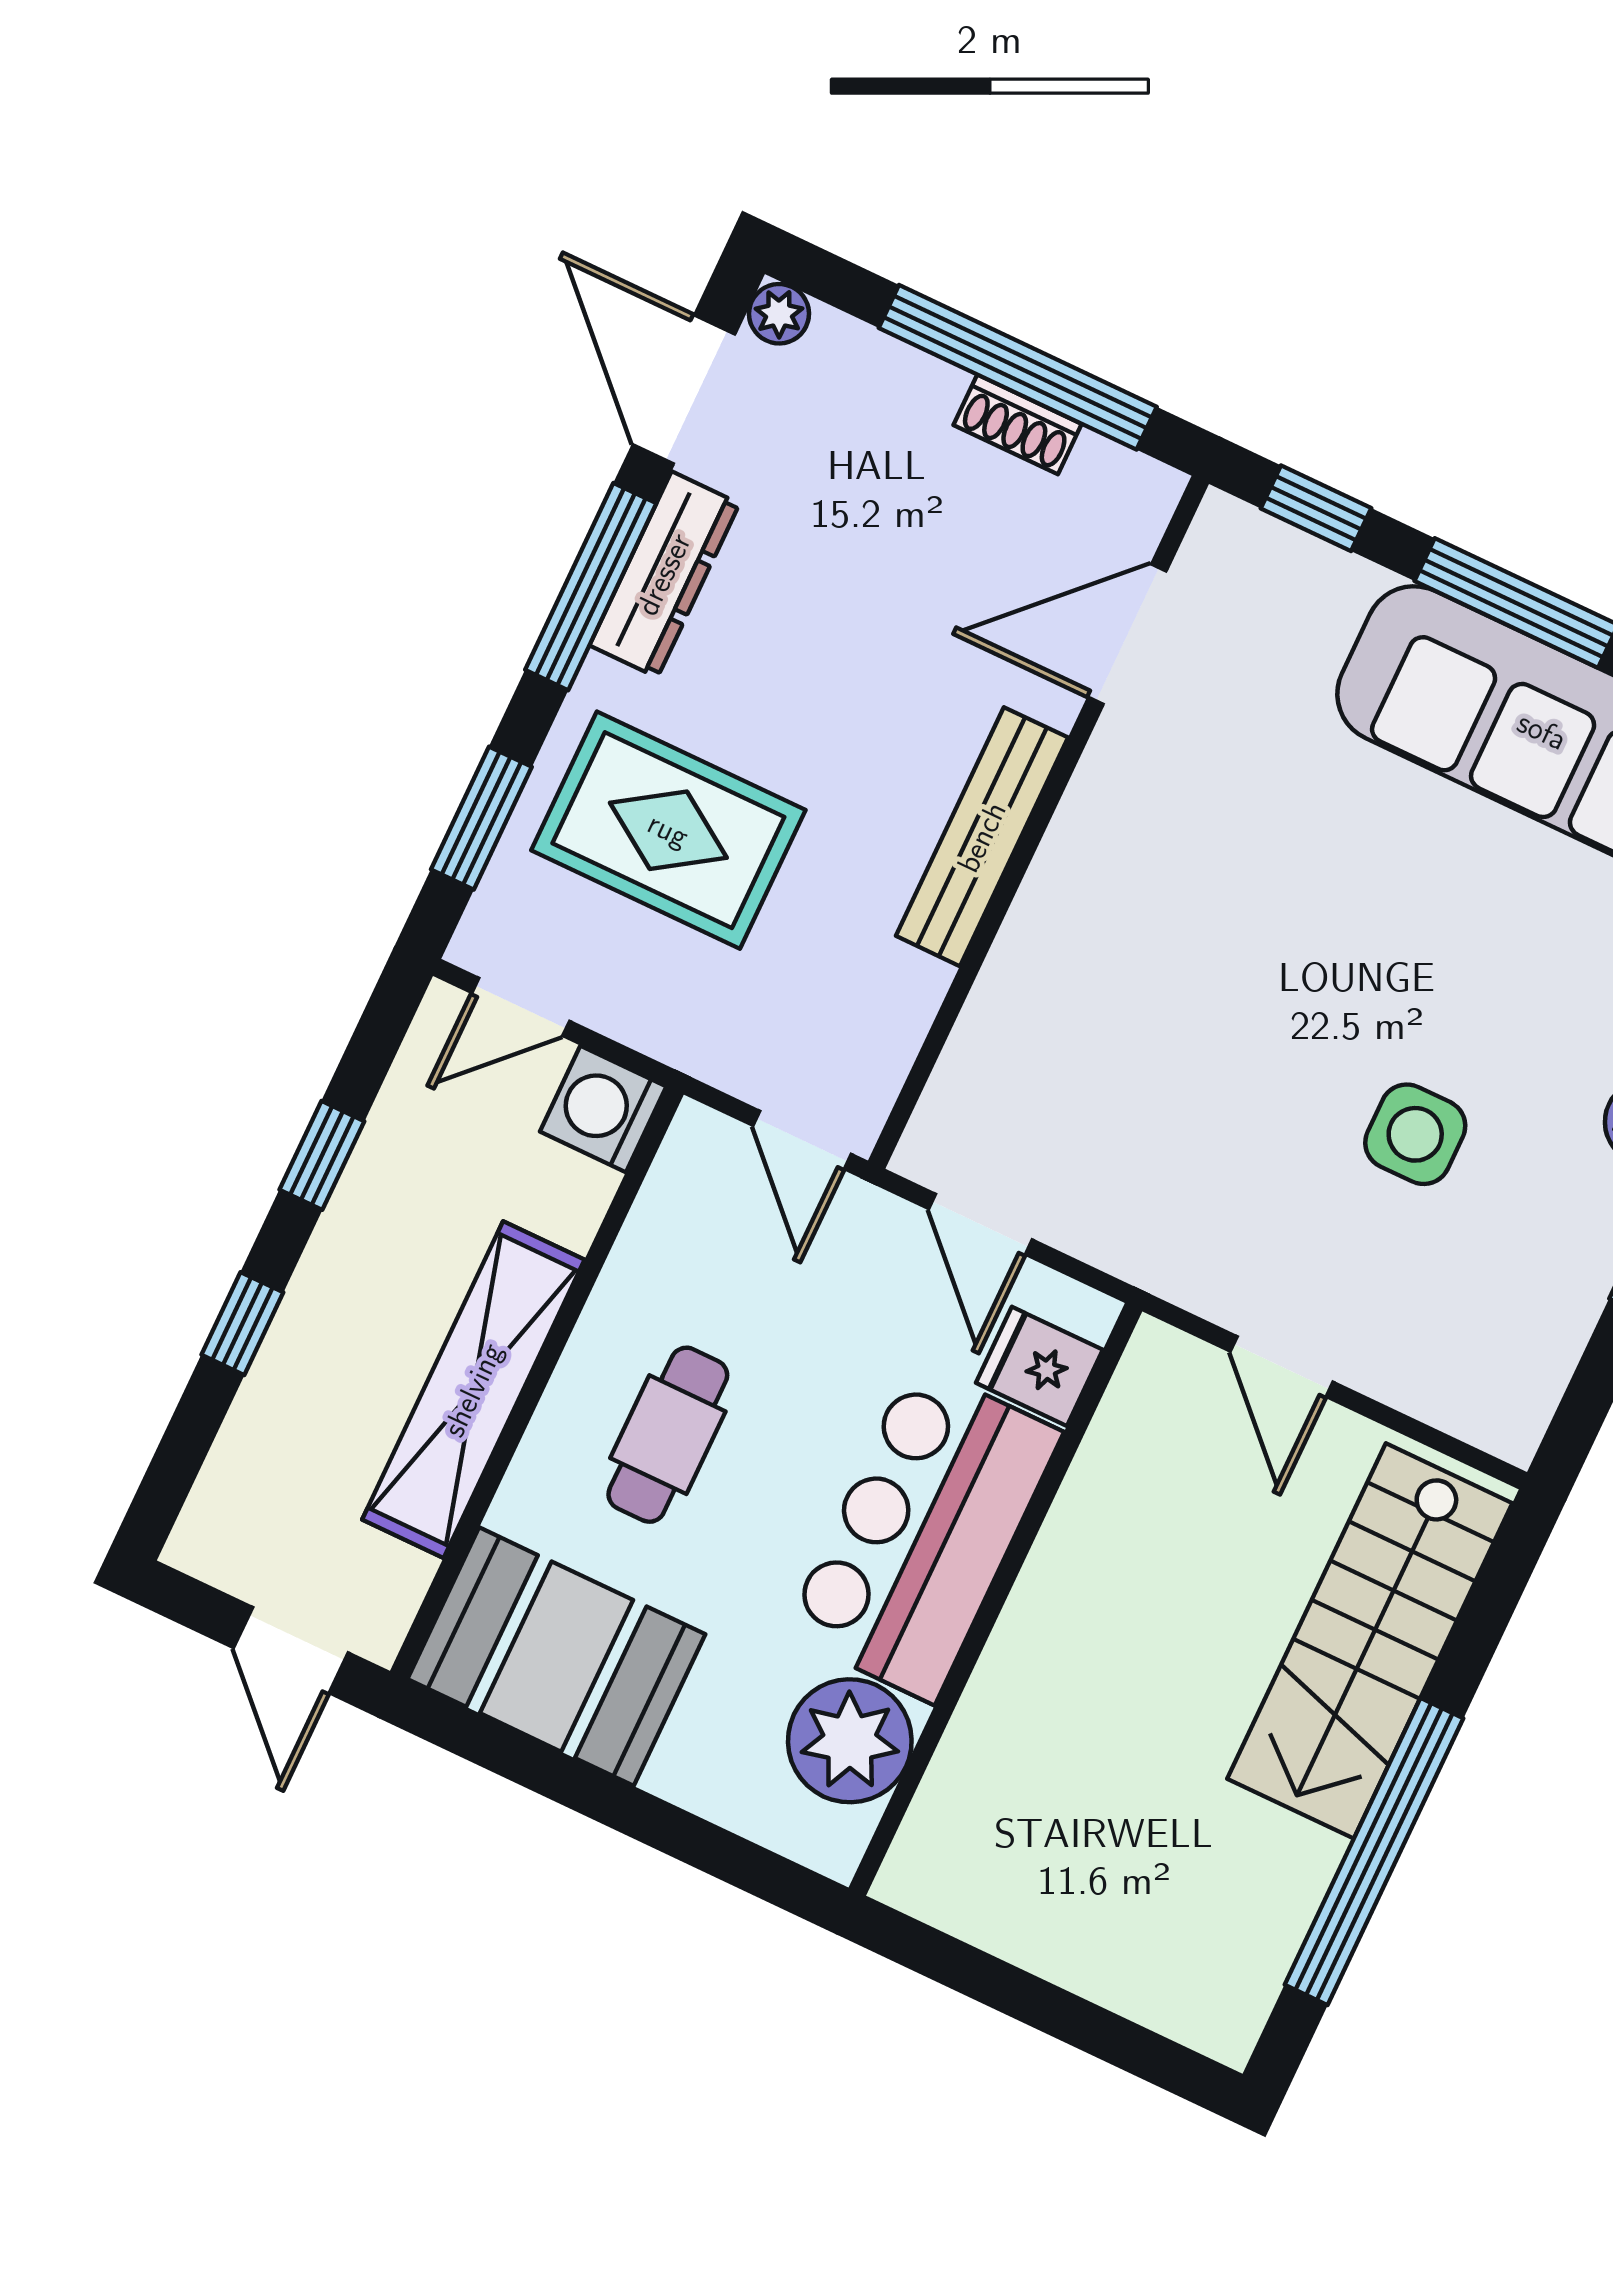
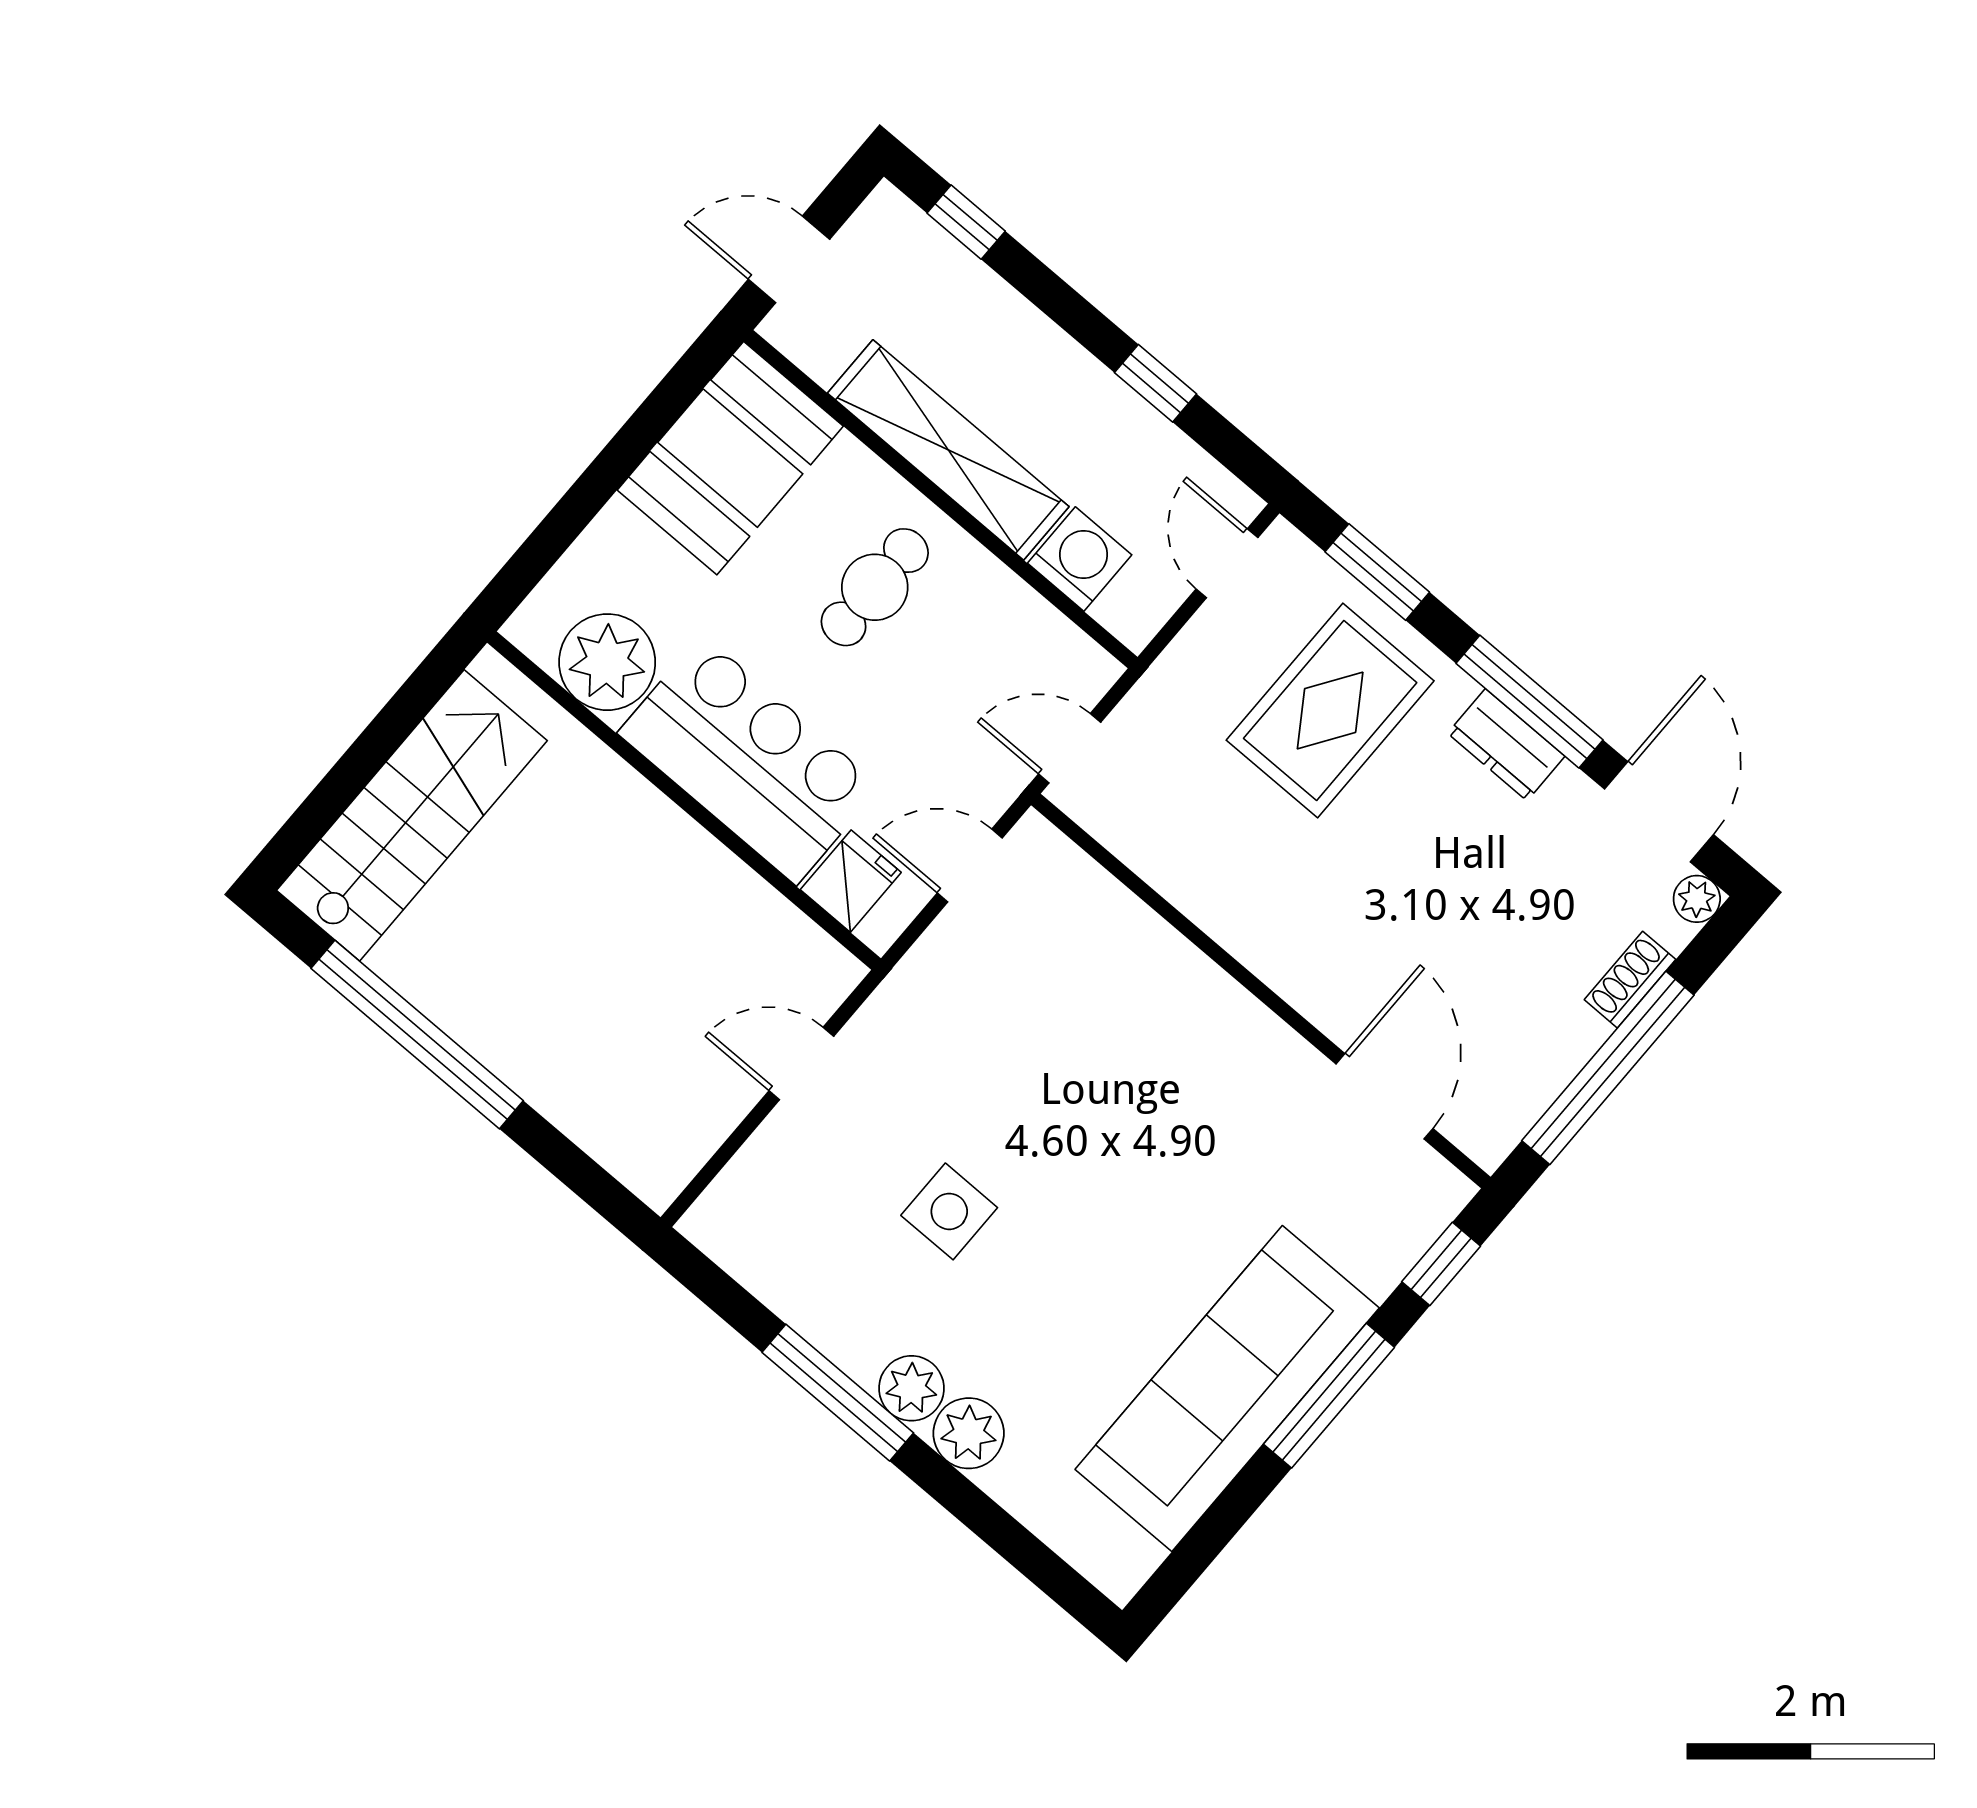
door: (684, 389) -> (1659, 812), hinge flipped
shoe rack: (1018, 424) -> (1630, 980), moved
dresser: (664, 574) -> (1506, 745), width x0.70
bench: (982, 837) -> (1261, 945), removed
washing machine: (603, 1109) -> (1080, 559), moved
window: (242, 1324) -> (966, 222), moved
cafe table: (668, 1435) -> (875, 587), turned 90
stairs: (1370, 1641) -> (412, 815), moved, turned 90

